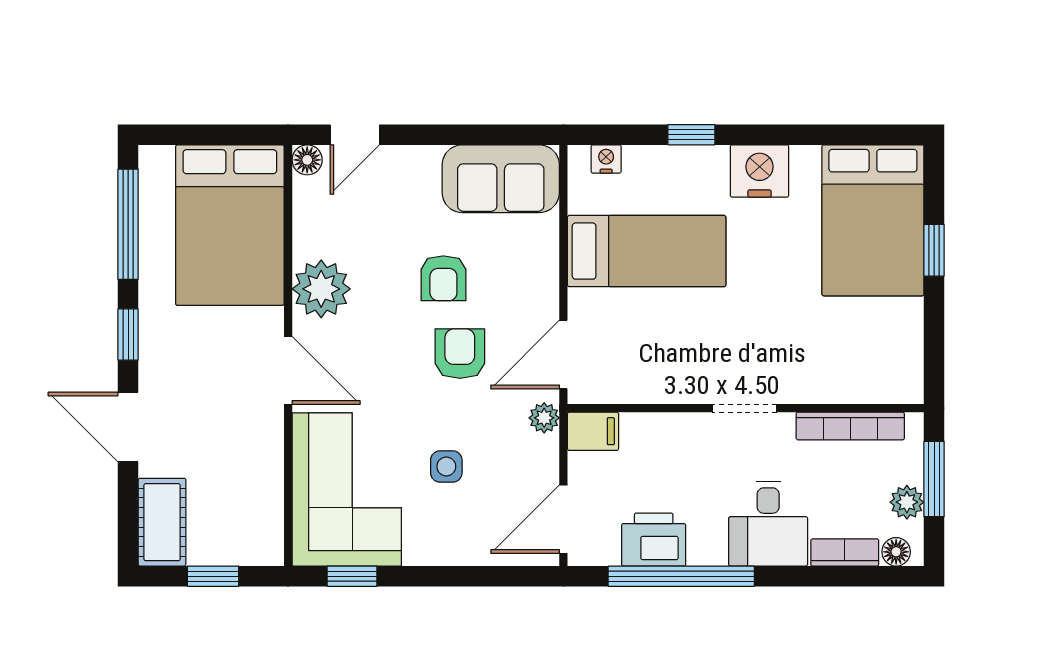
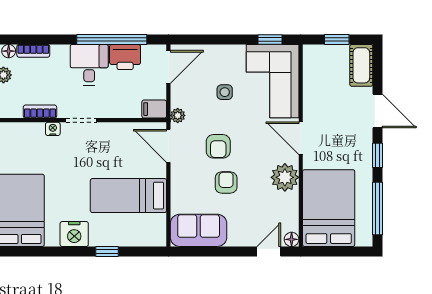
nightstand: (606, 159) -> (53, 129), moved, turned 180
door: (563, 354) -> (168, 146), swing flipped
bookcase: (850, 426) -> (40, 112), width x0.64
desk: (768, 524) -> (89, 65), moved

